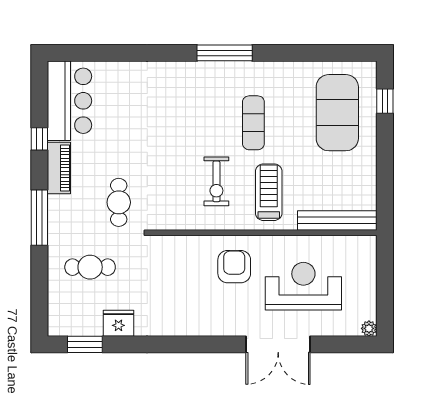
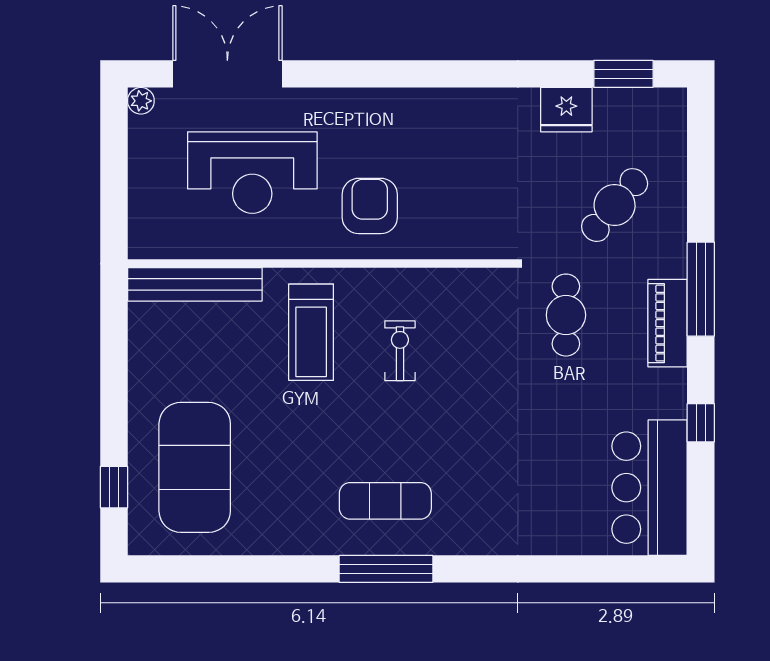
exercise mat: (253, 123) -> (385, 501), moved, turned 90
piano: (59, 168) -> (668, 323), moved
exercise bike: (216, 181) -> (400, 351), width x0.73, depth x0.72
cafe table: (90, 267) -> (615, 205), turned -50
armchair: (234, 267) -> (370, 206), turned 180
double door: (278, 344) -> (227, 74), moved

